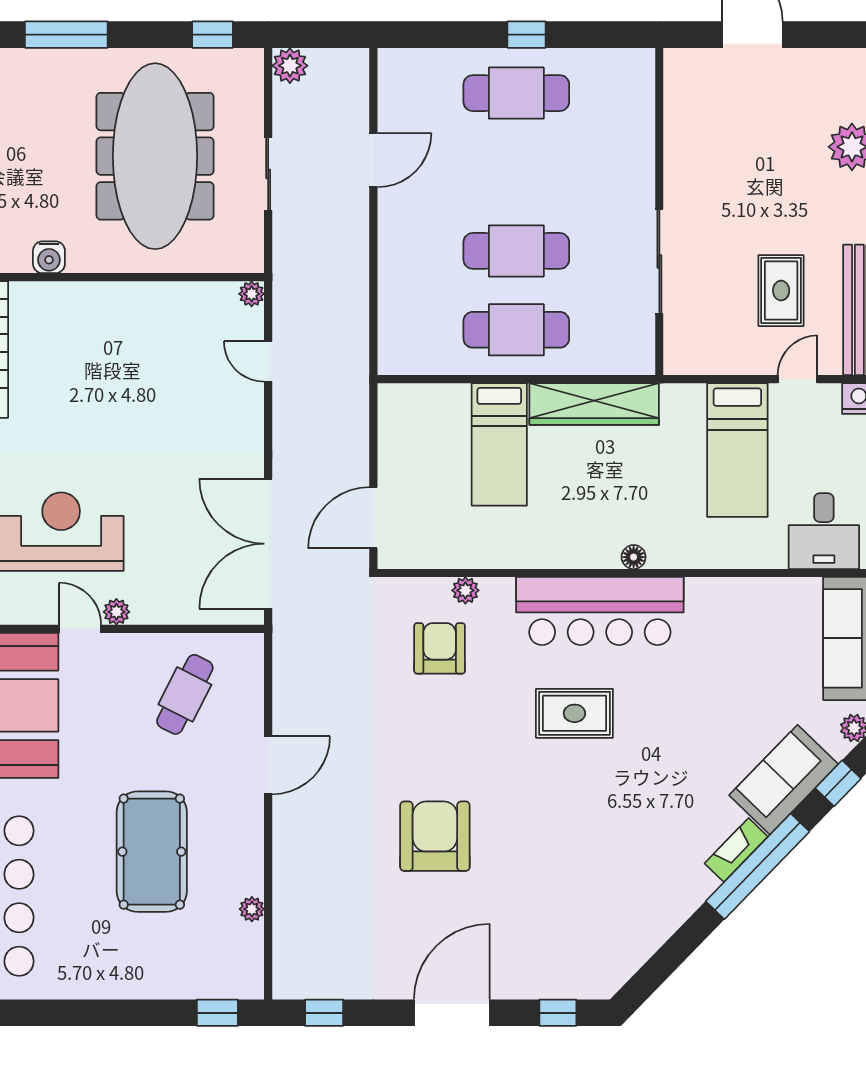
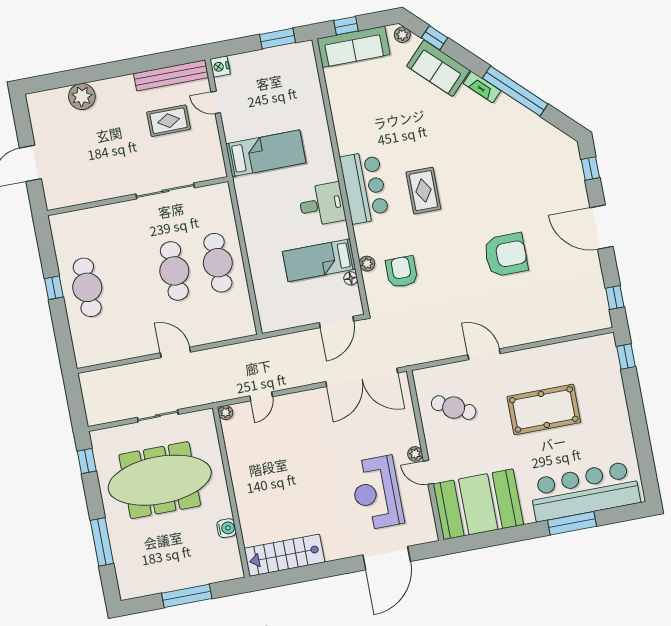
plant: (290, 66) -> (96, 415), removed
door: (373, 160) -> (175, 352), moved
wardrobe: (594, 404) -> (251, 212), removed
bed: (499, 444) -> (319, 260), moved, turned 180
bed: (737, 450) -> (266, 153), moved
door: (373, 518) -> (337, 322), hinge flipped
desk: (824, 531) -> (322, 204), moved
floor lamp: (634, 557) -> (351, 278), moved
bar counter: (600, 611) -> (364, 187), width x0.73
door: (80, 629) -> (428, 472), hinge flipped
armchair: (440, 648) -> (402, 272), turned 90
armchair: (435, 836) -> (506, 255), turned 180
window: (758, 866) -> (515, 91), moved
plant: (252, 909) -> (565, 348), removed

